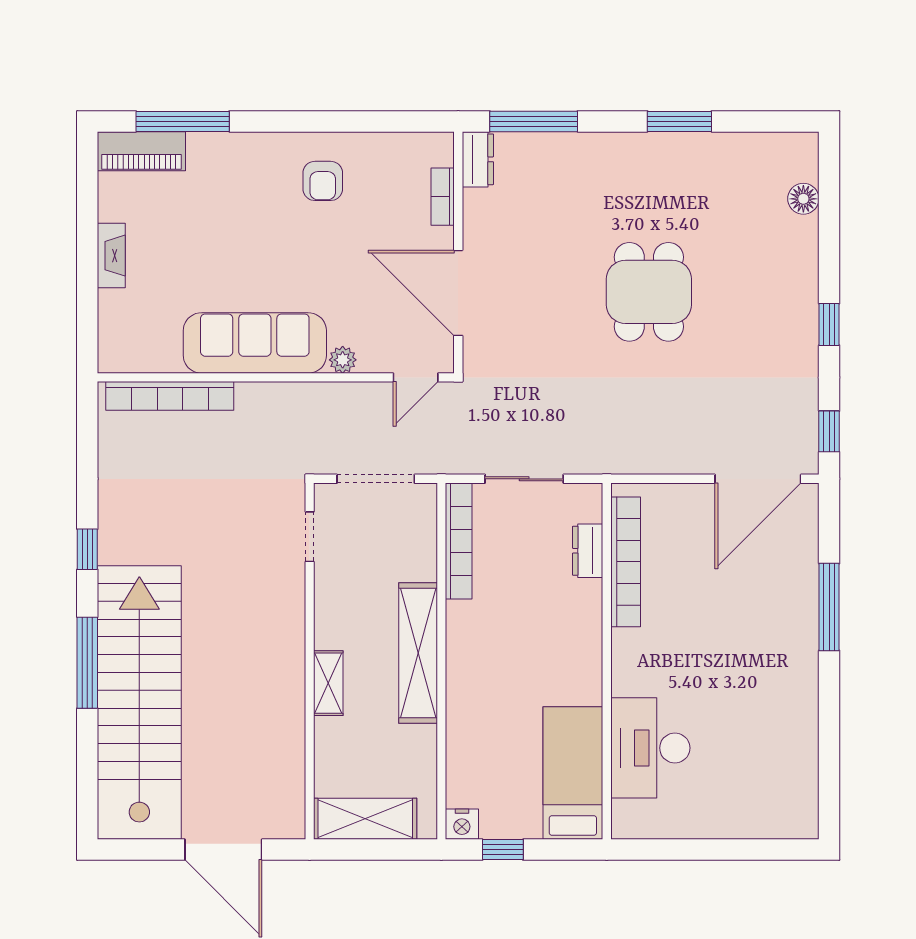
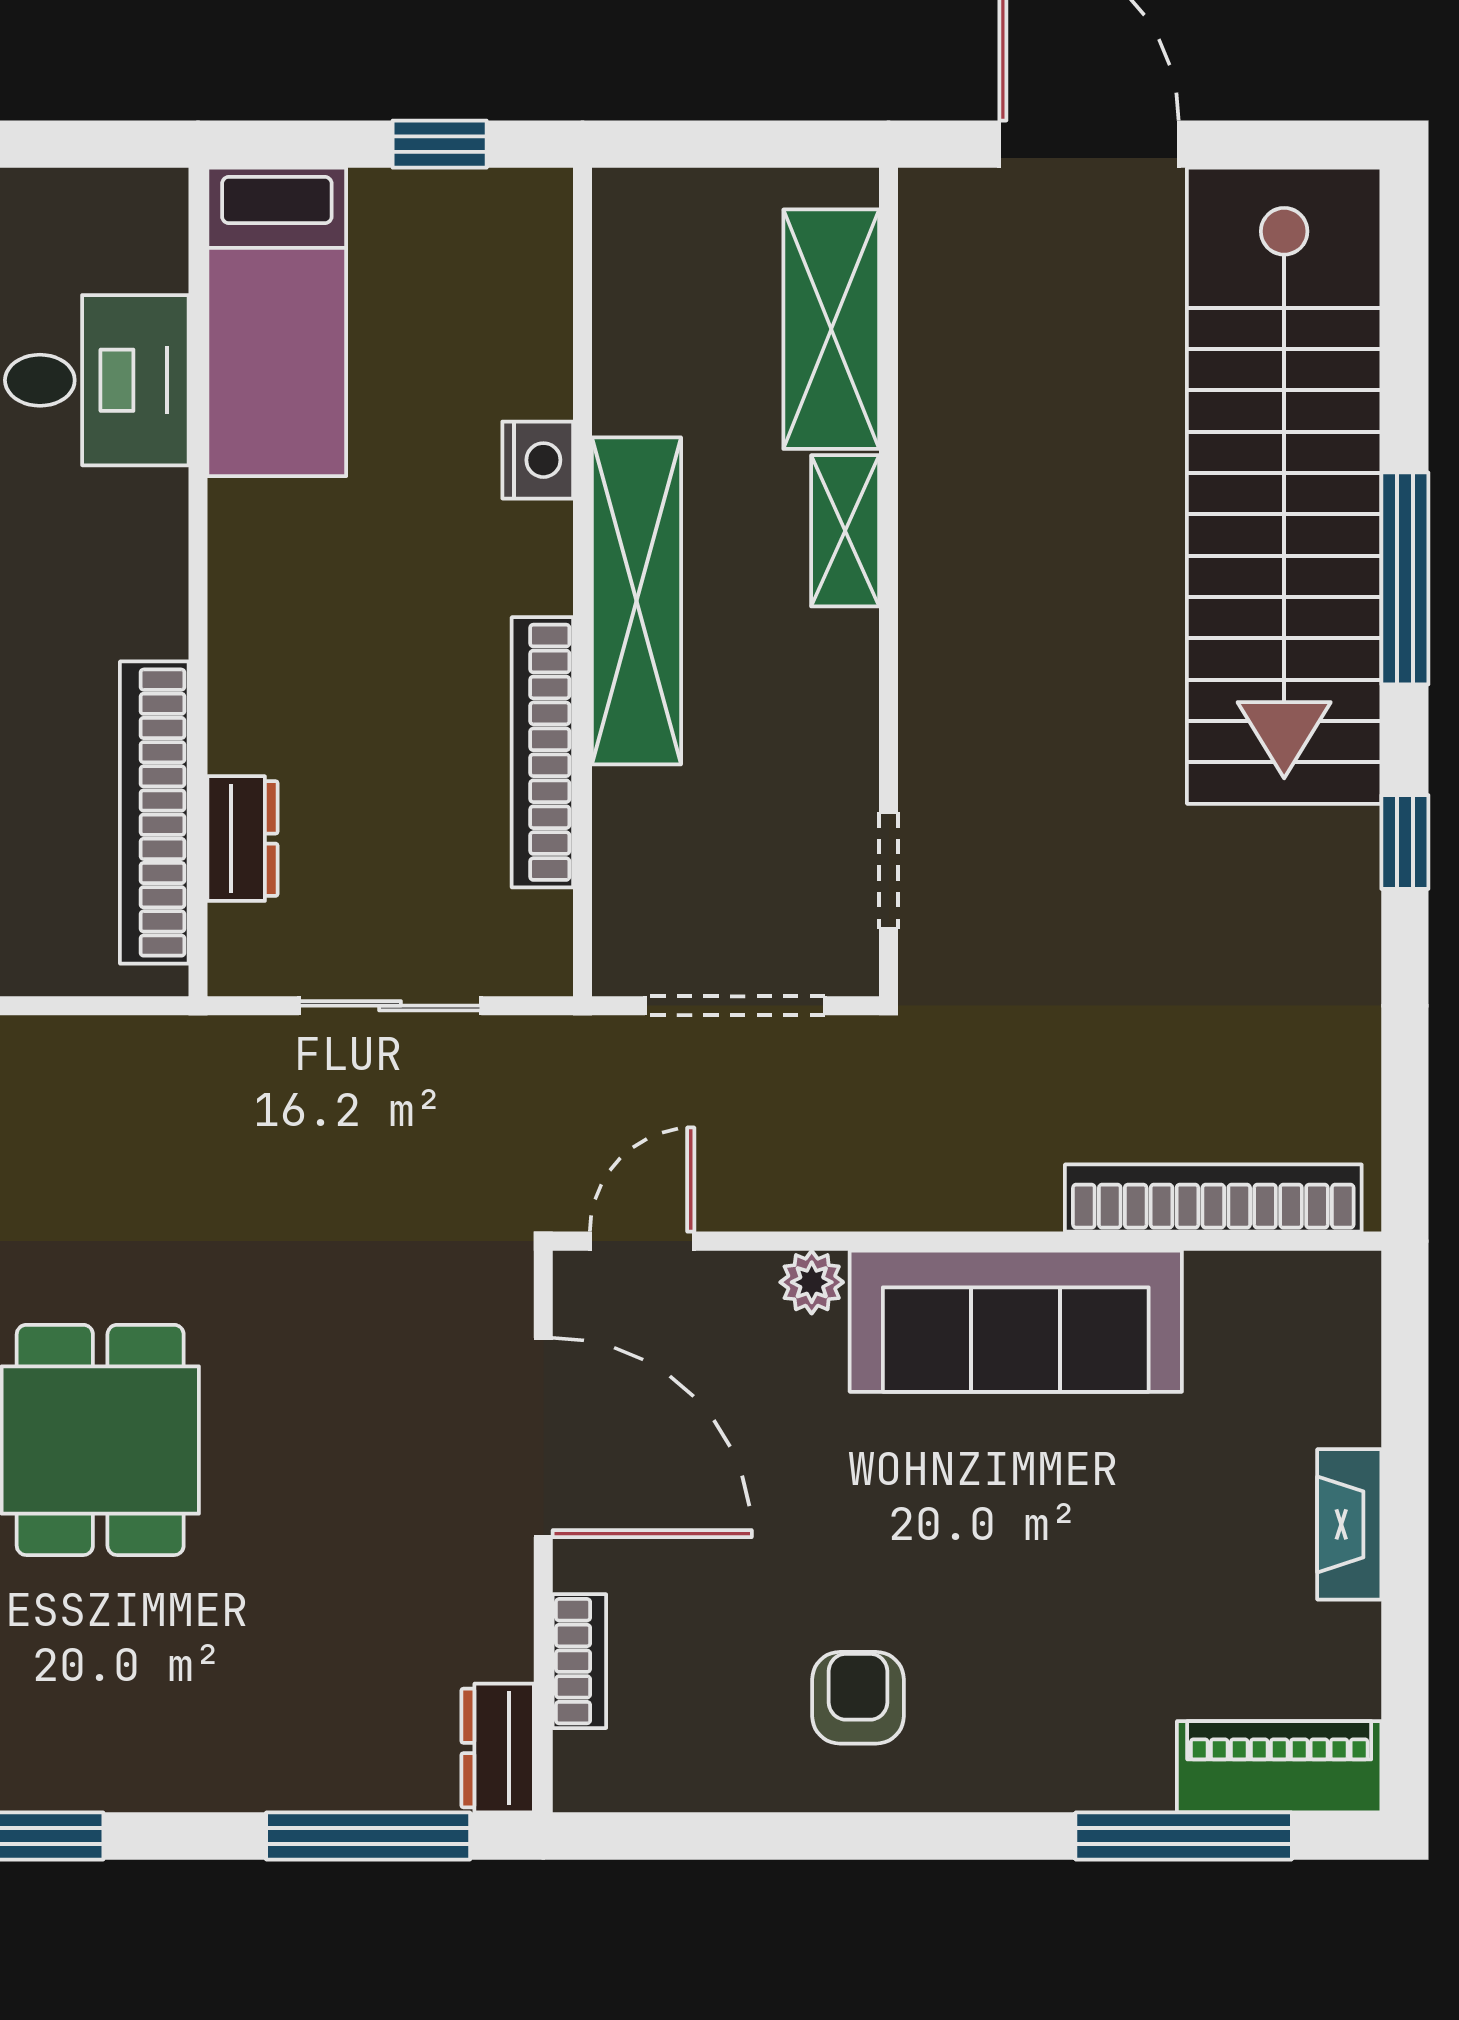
bookcase: (459, 541) -> (542, 752), moved
desk: (650, 748) -> (97, 380), width x0.73
shelving: (365, 819) -> (831, 329), moved, turned 90
nightstand: (462, 824) -> (538, 460), moved, turned 90

